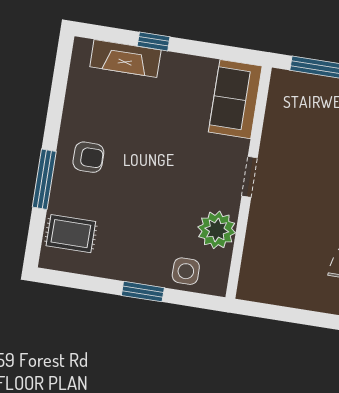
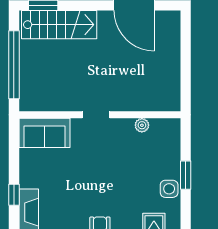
plant: (217, 230) -> (142, 125), width x0.53, depth x0.53
side table: (186, 271) -> (169, 189), moved

